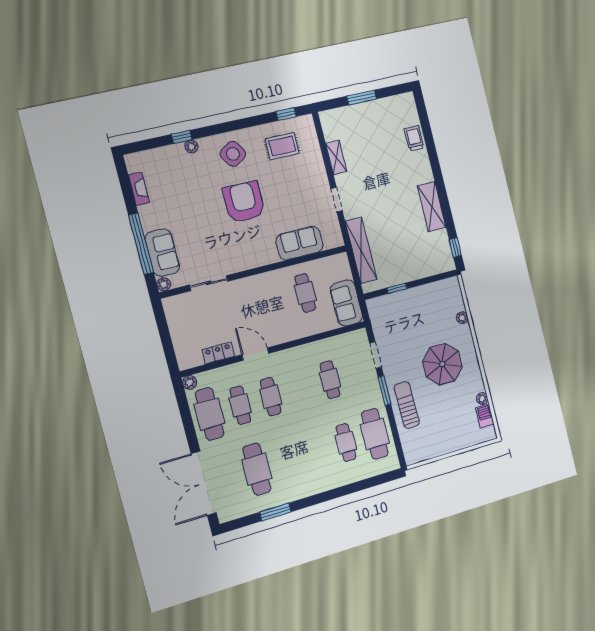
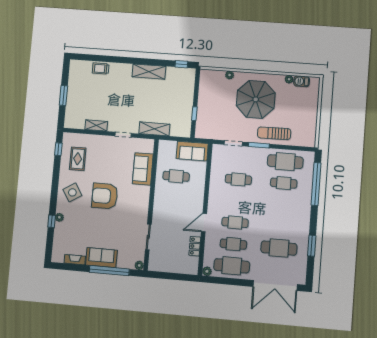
shelving: (361, 250) -> (154, 129), width x0.68
sofa: (162, 253) -> (101, 258), moved
parasol: (442, 364) -> (256, 99), width x1.36, depth x1.36
window: (359, 486) -> (316, 184), added

